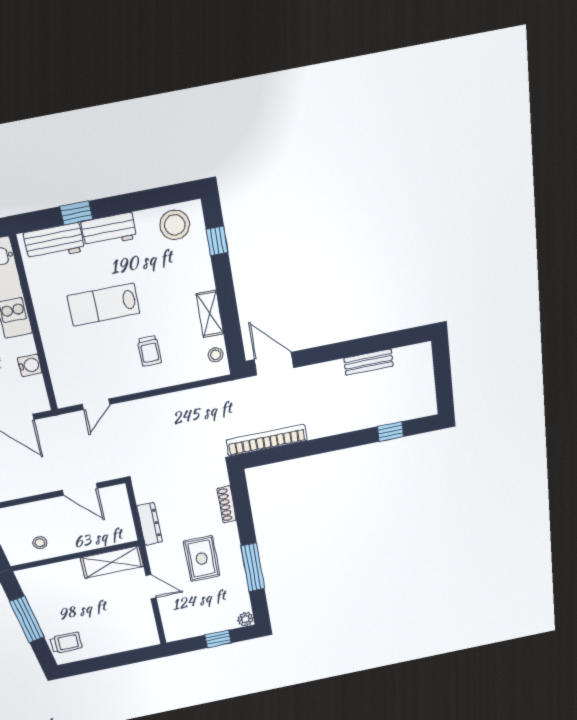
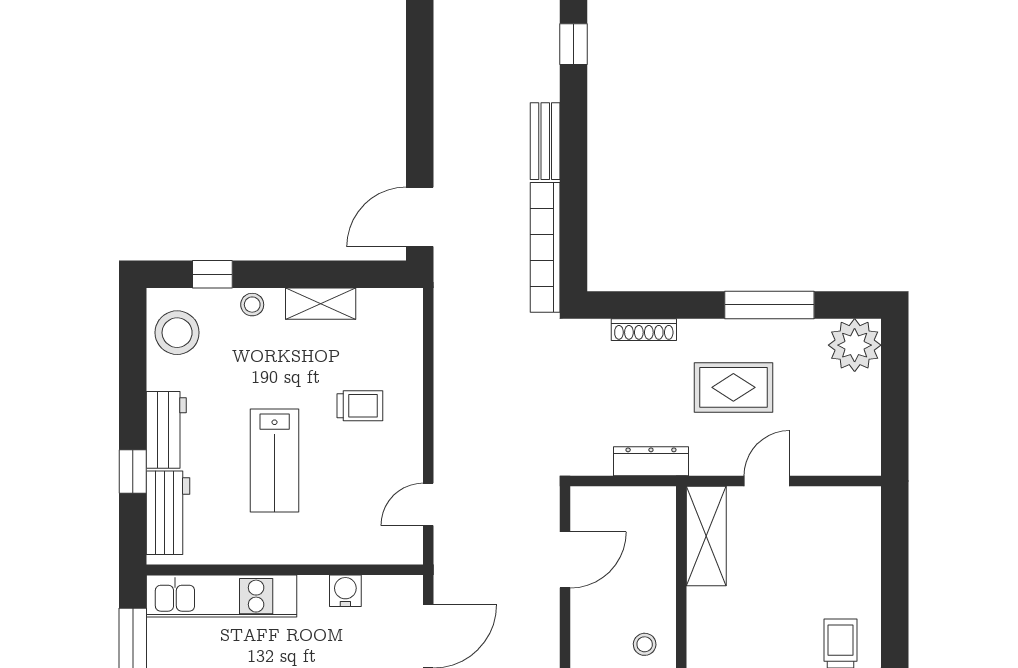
stool: (216, 355) -> (252, 305), moved
bench: (369, 362) -> (545, 141), moved
door: (96, 404) -> (428, 504), swing flipped
plant: (245, 619) -> (855, 345), width x1.87, depth x1.87
window: (218, 639) -> (895, 386), removed

